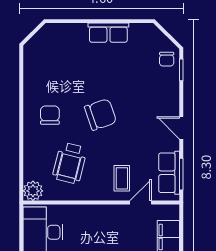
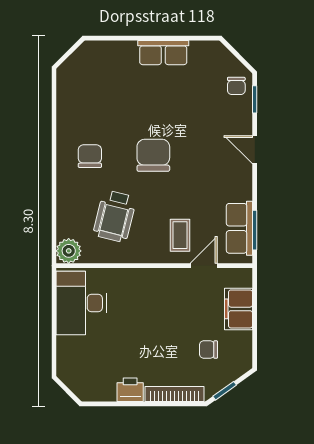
chair: (100, 114) -> (153, 155), turned -71
door: (181, 128) -> (255, 150), moved

